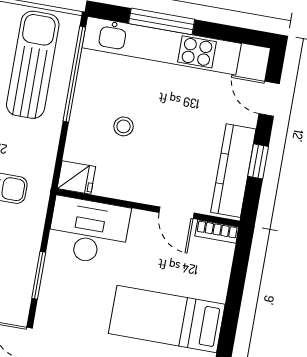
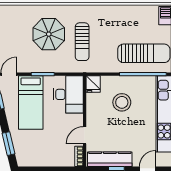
stool: (124, 126) -> (122, 102), width x1.89, depth x1.89
bed: (167, 319) -> (31, 103), moved, turned 180

